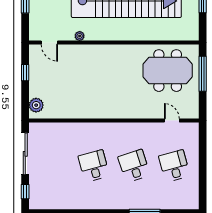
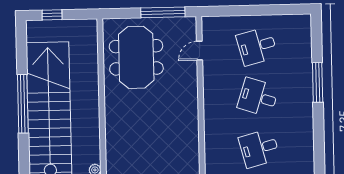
window: (203, 74) -> (163, 12), moved
desk: (134, 166) -> (258, 97), turned 36

